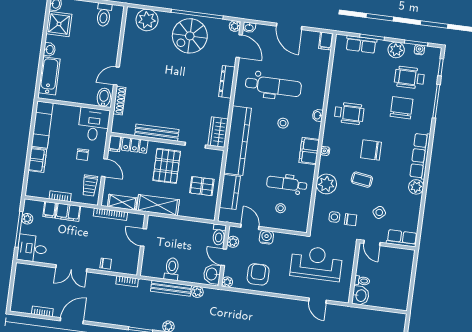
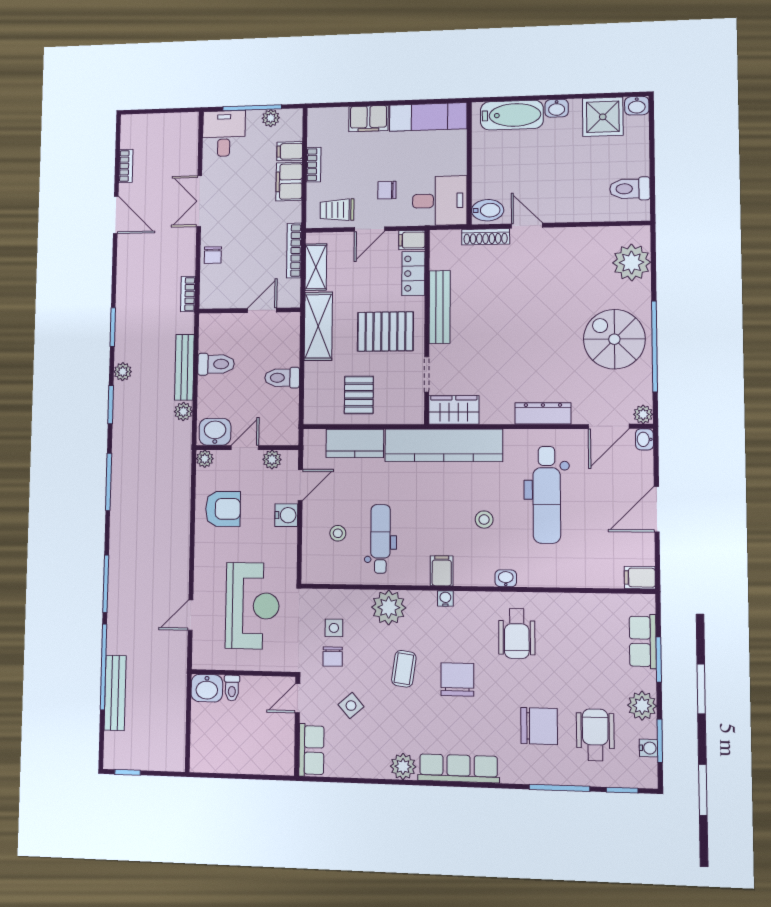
filing cabinet: (309, 151) -> (442, 571), width x0.50
toilet: (219, 235) -> (282, 378), moved

